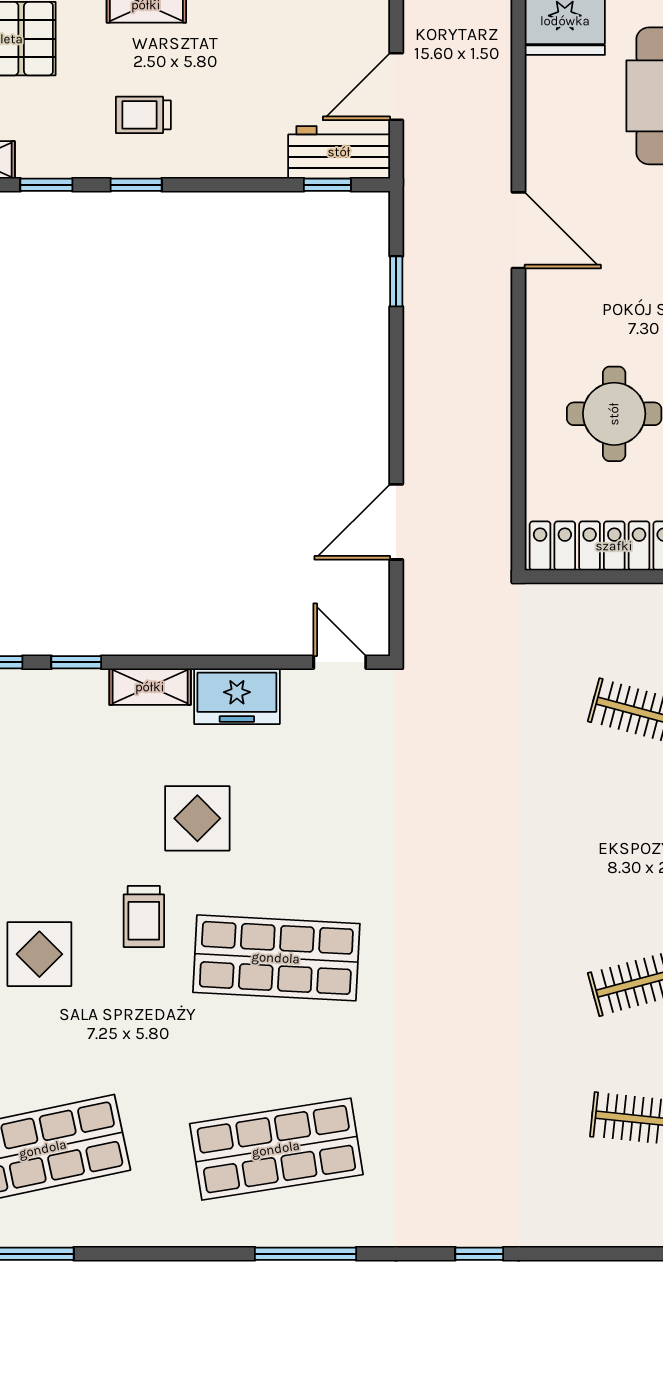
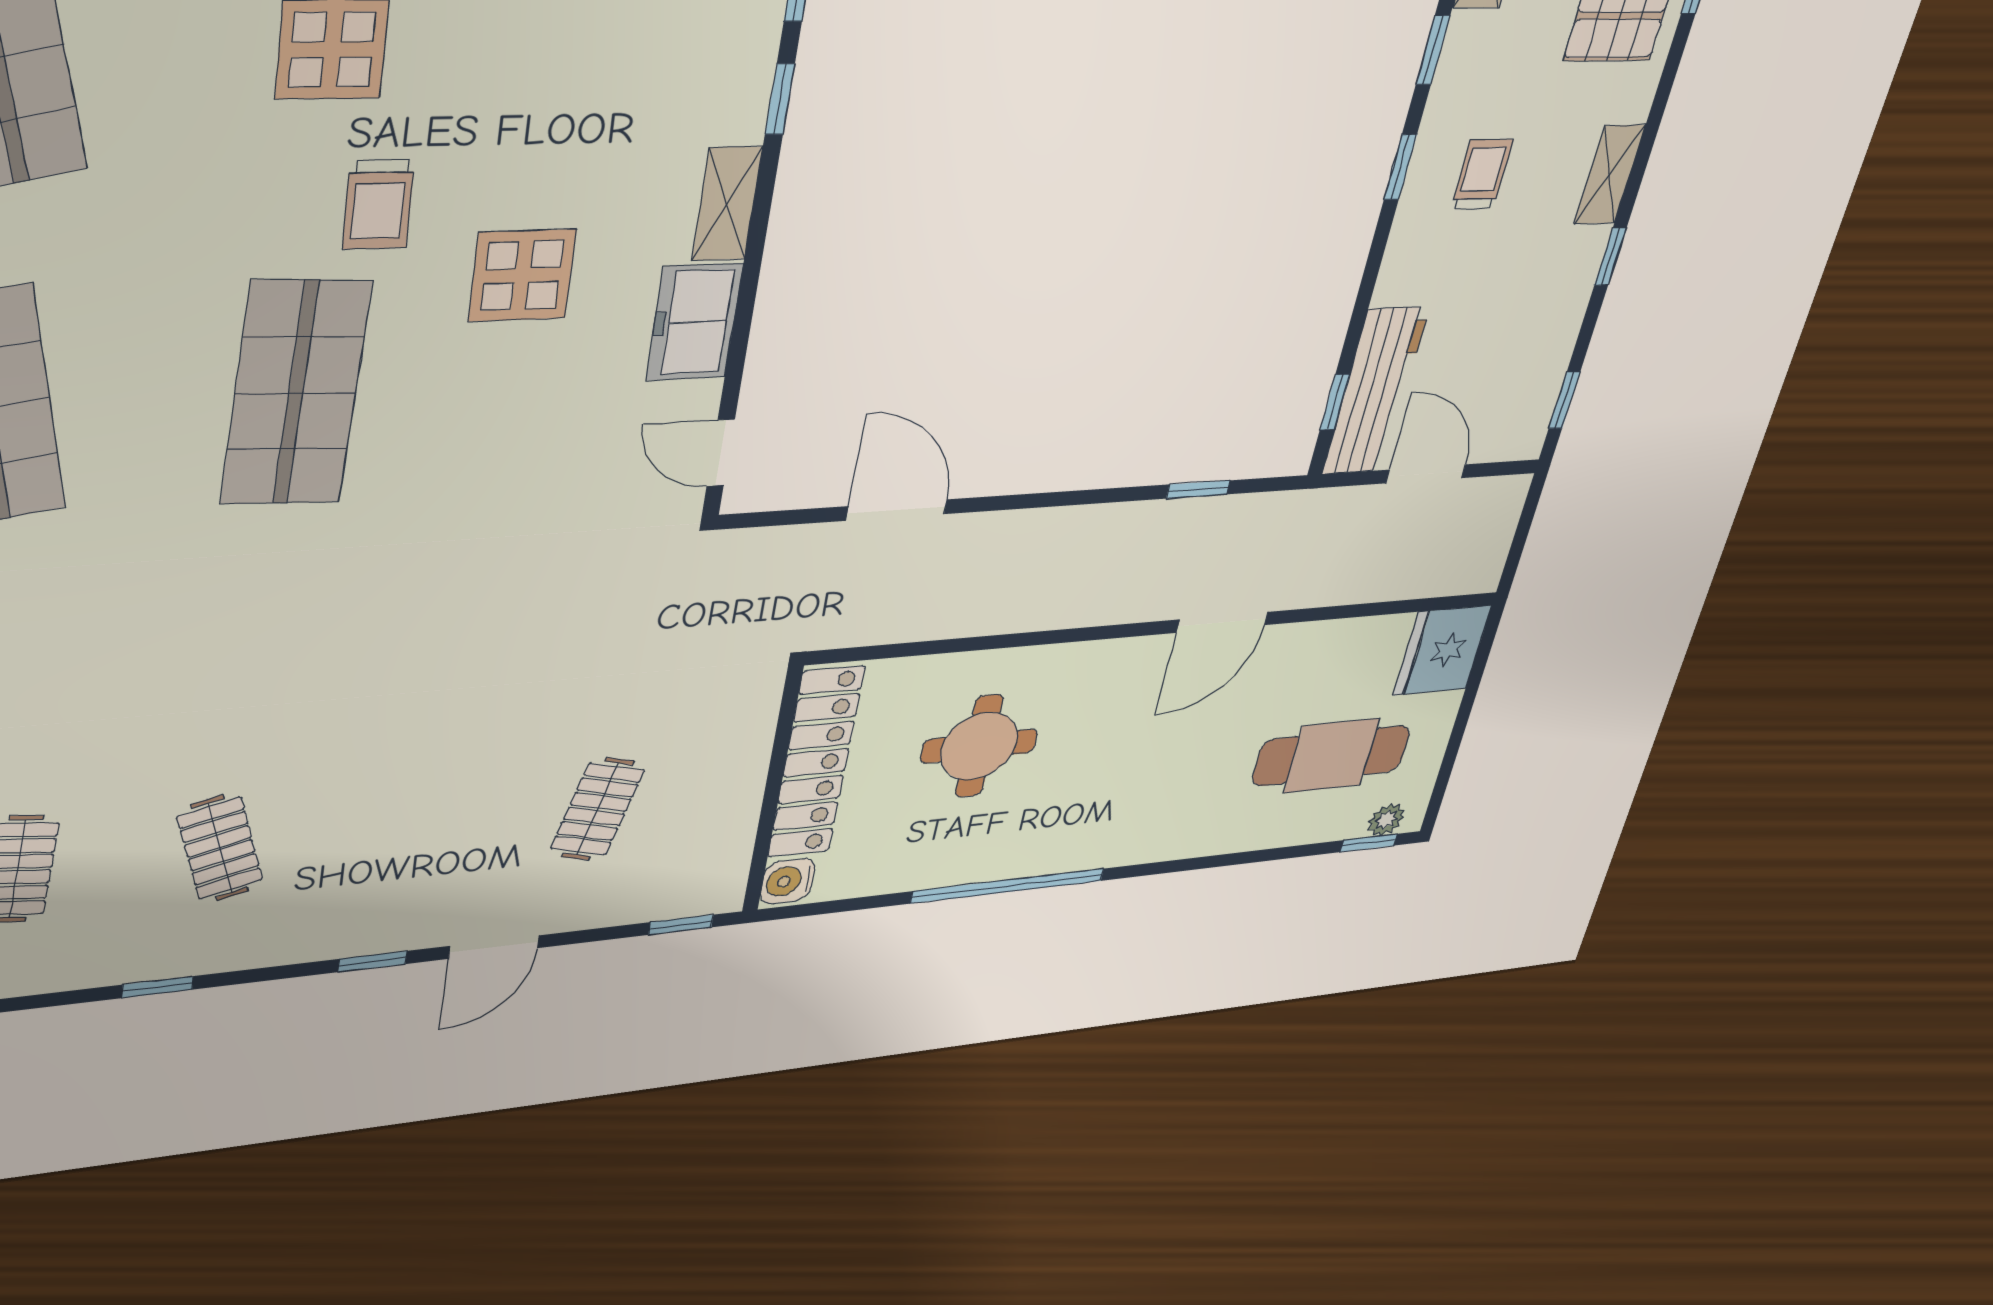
workbench: (339, 152) -> (1375, 391), width x1.38
door: (340, 662) -> (721, 453), swing flipped
trolley: (144, 916) -> (378, 205), turned -90

